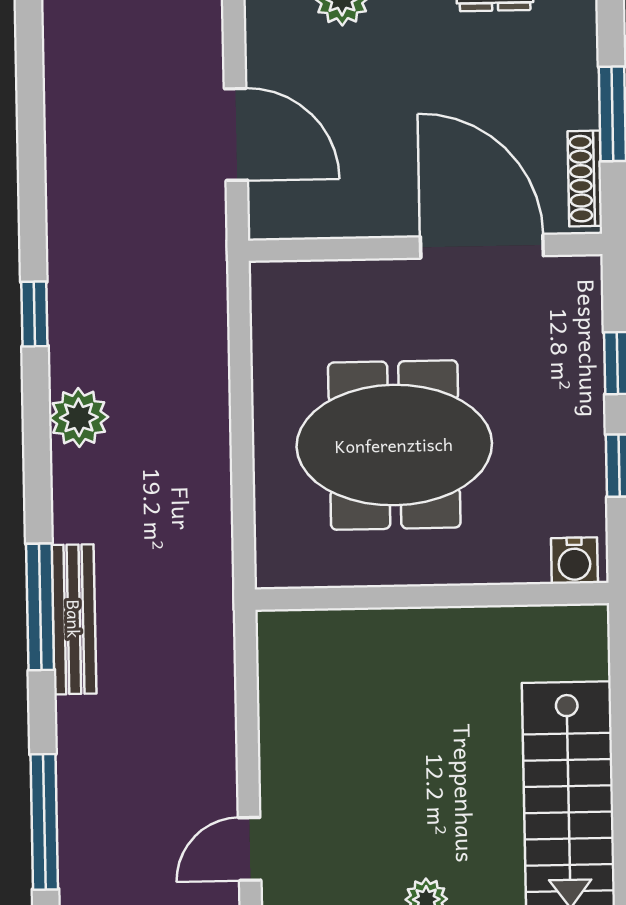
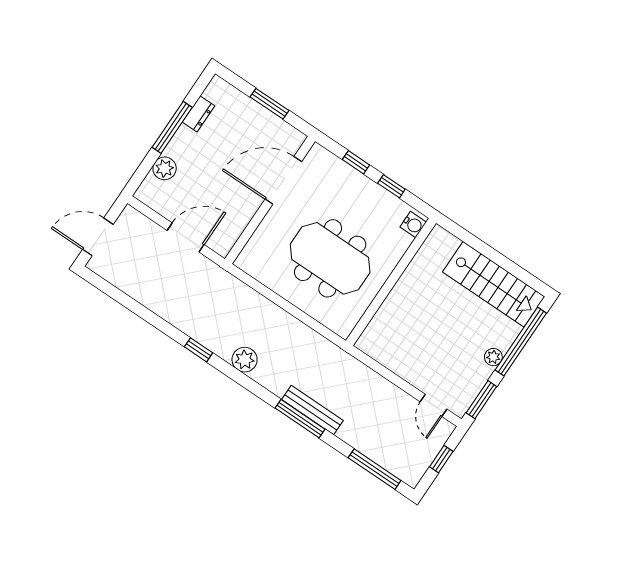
shoe rack: (585, 179) -> (285, 129), removed
meeting table: (394, 445) -> (330, 258), turned 90

